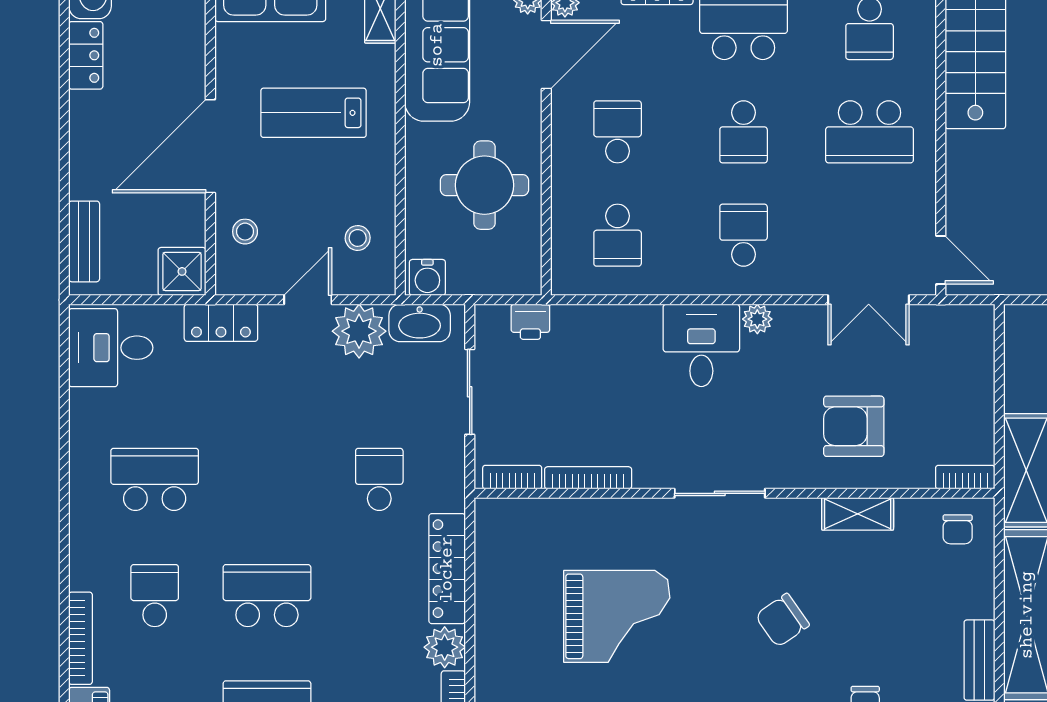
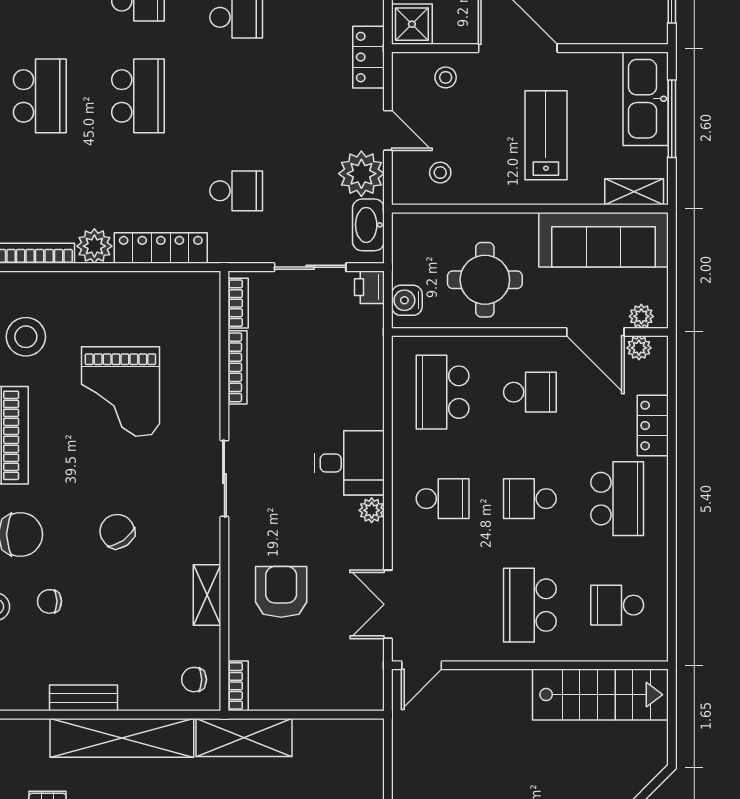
school desk: (618, 235) -> (443, 392), width x1.85
water cooler: (427, 277) -> (407, 300), moved
printer: (530, 322) -> (369, 287), moved

